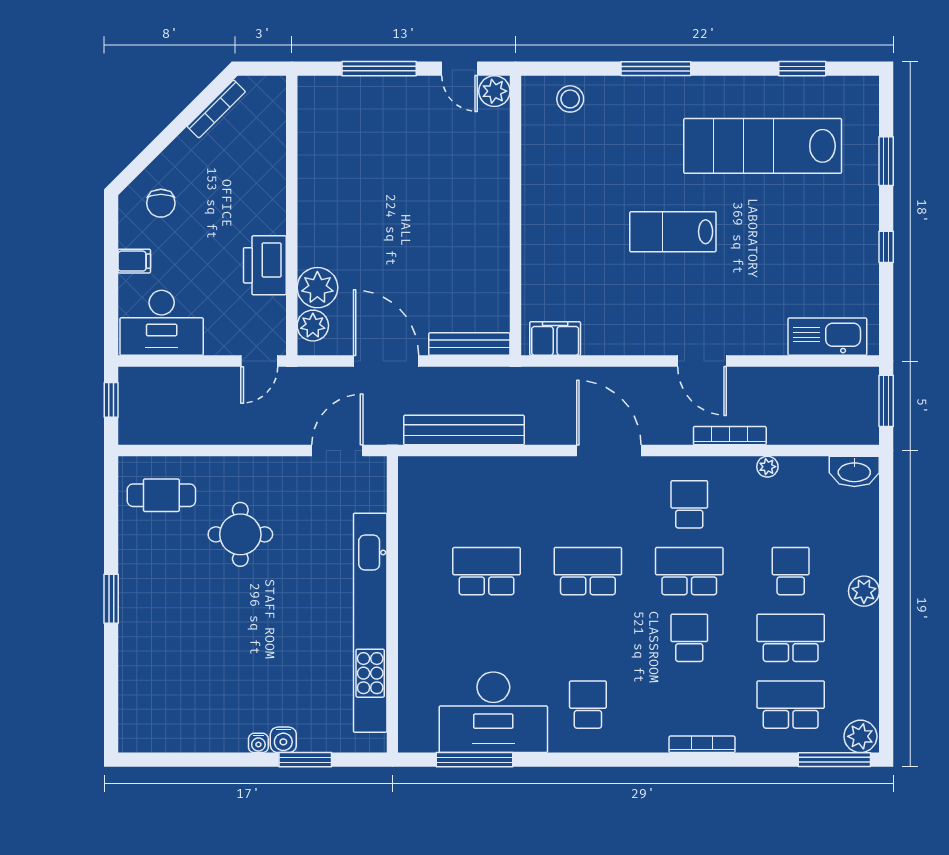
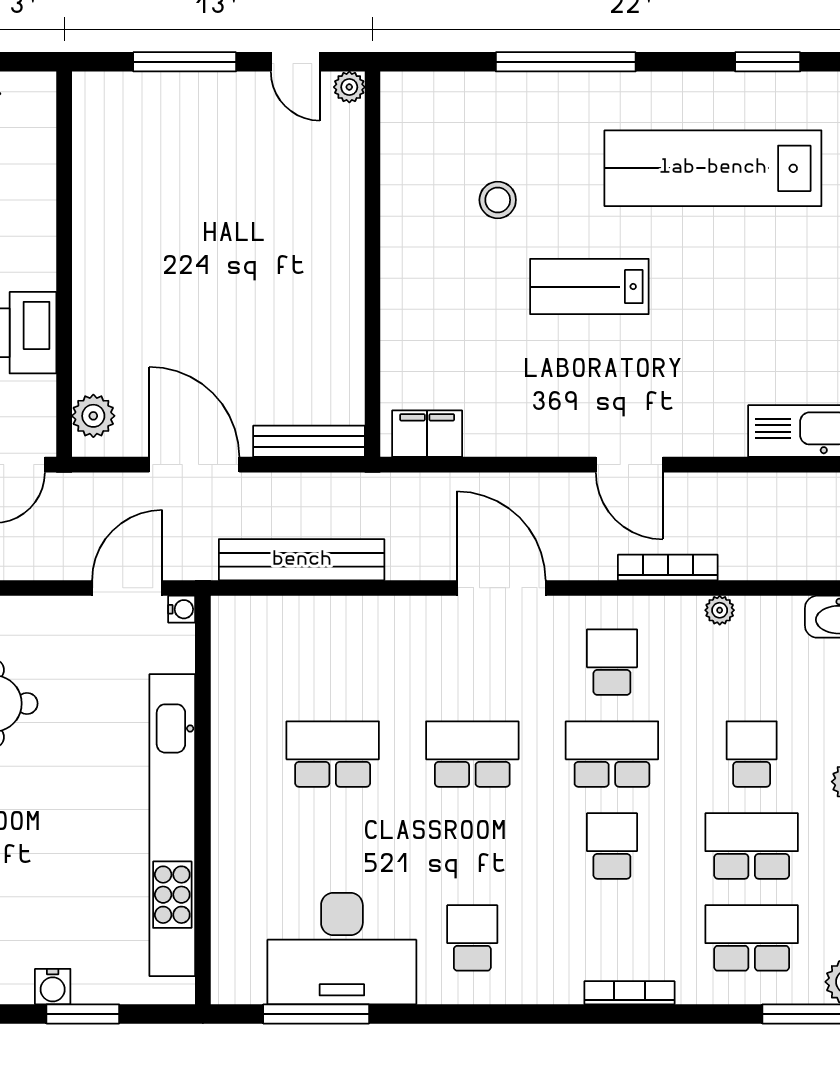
window: (656, 69) -> (566, 62), width x1.46
plant: (494, 91) -> (349, 87), width x0.73, depth x0.73
stool: (570, 99) -> (498, 200), moved
plant: (317, 288) -> (100, 363), removed
water cooler: (258, 743) -> (182, 609), moved, turned -90

